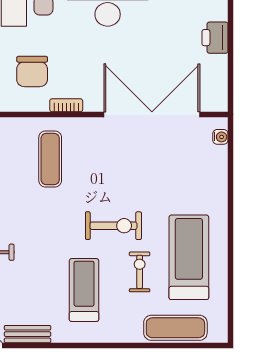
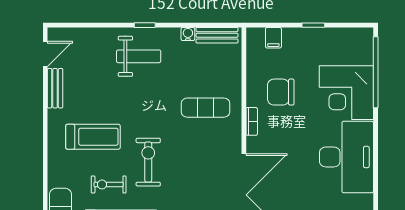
exercise bike: (113, 226) -> (148, 162), turned 180
exercise bike: (140, 272) -> (109, 184), turned 180

